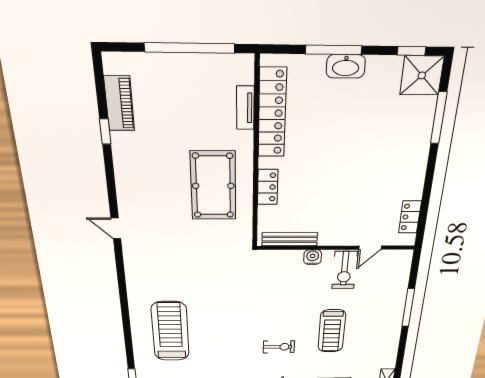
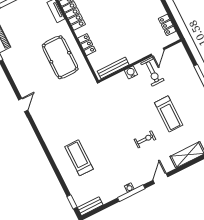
door: (116, 228) -> (23, 105), swing flipped
treadmill: (170, 331) -> (79, 158), width x0.73, depth x0.73

